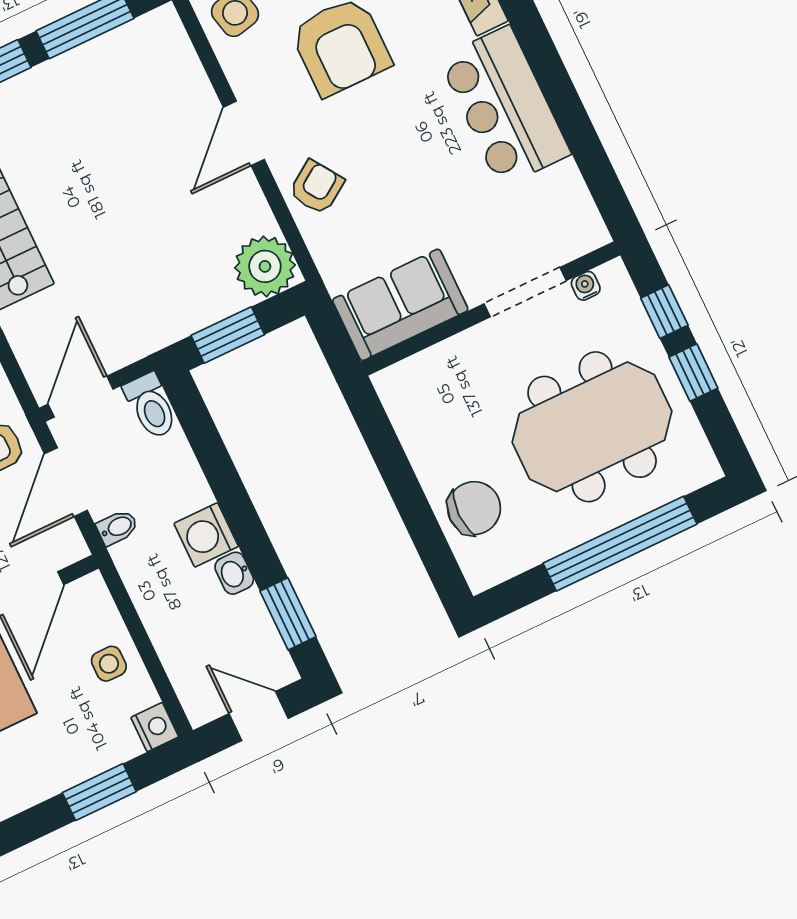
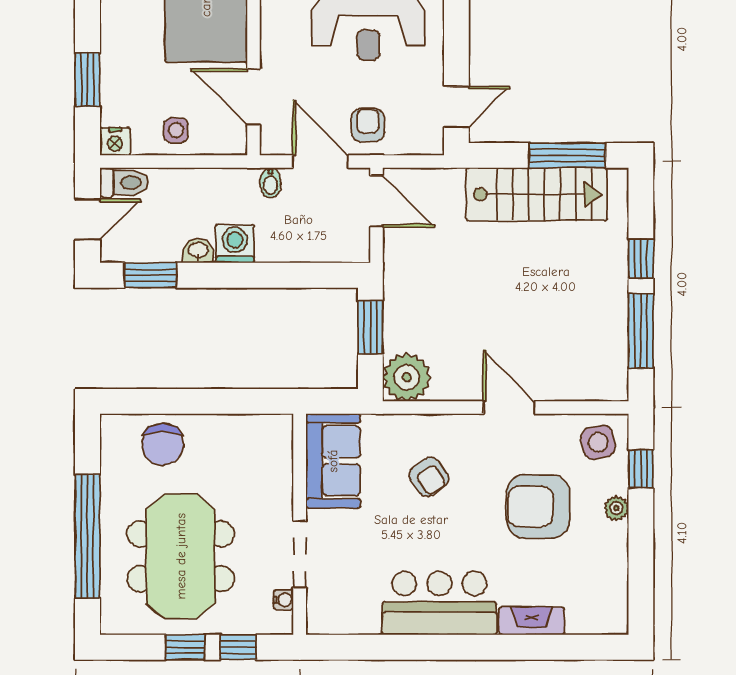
armchair: (317, 187) -> (429, 477), moved
toilet: (151, 406) -> (124, 183), moved, turned 180

